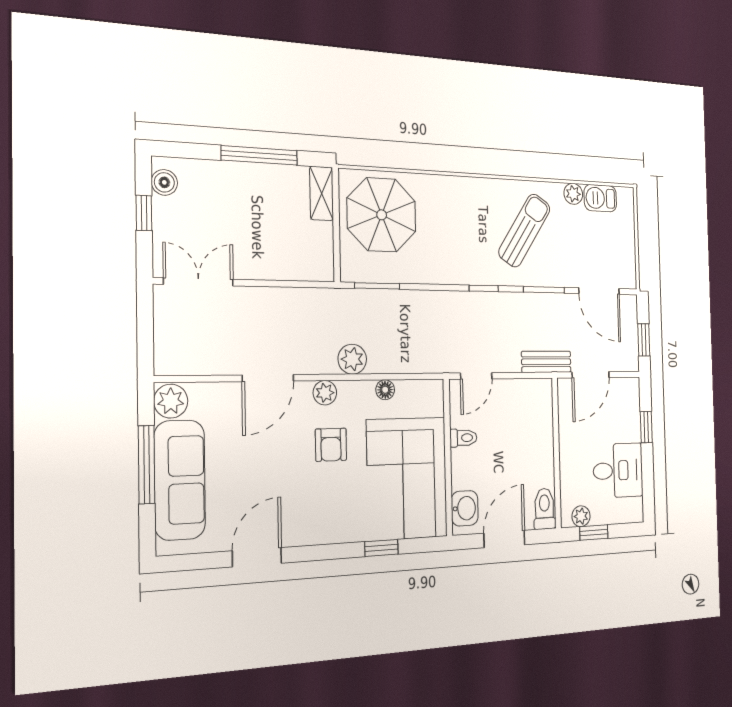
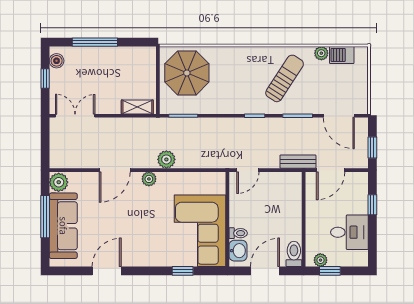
window: (259, 155) -> (95, 42), moved
shelving: (322, 193) -> (137, 107), moved, turned 90
floor lamp: (385, 390) -> (187, 178), removed
toilet: (463, 438) -> (238, 233), moved
armchair: (331, 445) -> (152, 209), removed

